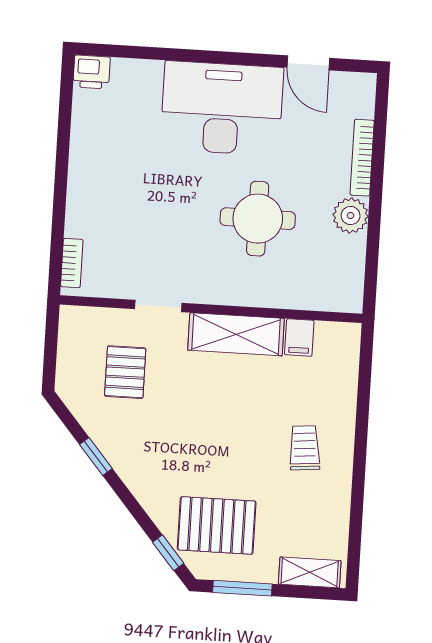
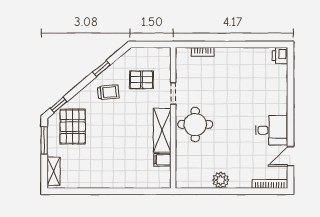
desk: (222, 108) -> (272, 130), width x0.53, depth x0.77
bookcase: (362, 158) -> (270, 184), moved
round table: (258, 219) -> (195, 124), moved
bookcase: (72, 263) -> (203, 52), moved
trolley: (305, 448) -> (108, 92), moved

